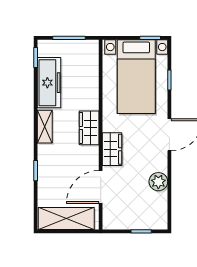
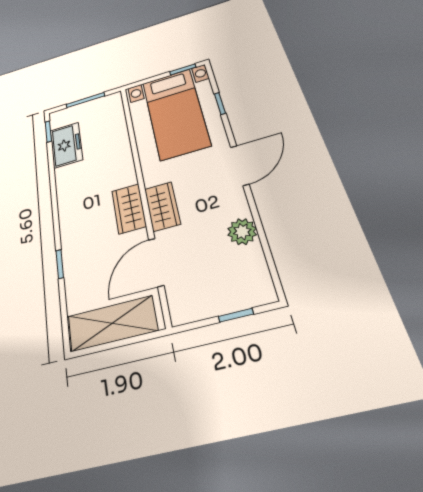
freezer: (49, 83) -> (66, 145), width x0.71
shelving: (45, 127) -> (67, 204), removed
wardrobe: (89, 128) -> (129, 209), moved

